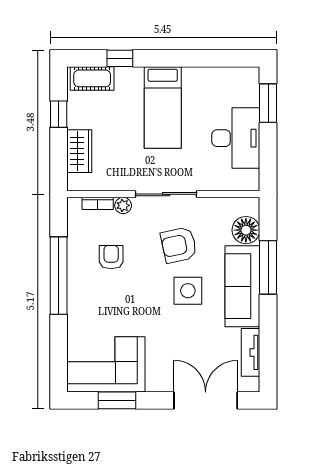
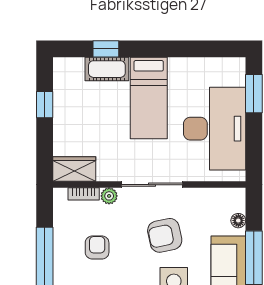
cot: (92, 78) -> (107, 69), moved
desk: (236, 138) -> (215, 129), width x1.36, depth x1.30
wardrobe: (79, 151) -> (74, 169), moved, turned -90
floor lamp: (246, 230) -> (238, 221), width x0.53, depth x0.53

